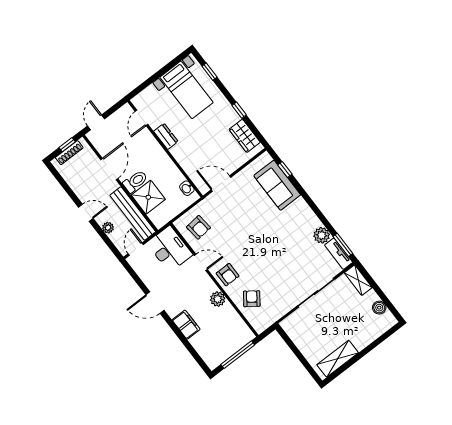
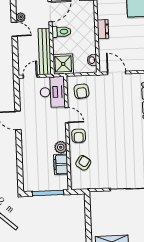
dresser: (166, 136) -> (103, 29), moved
shower: (148, 197) -> (63, 64), moved
plant: (108, 228) -> (21, 17), moved
filing cabinet: (186, 325) -> (61, 164), moved, turned 180

